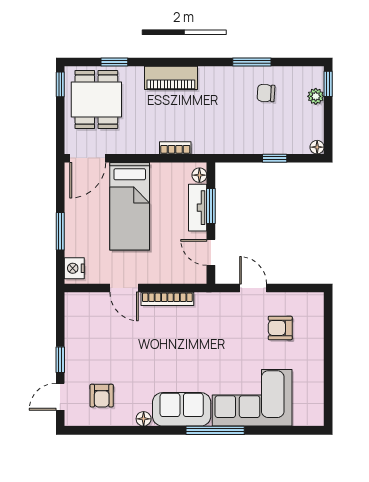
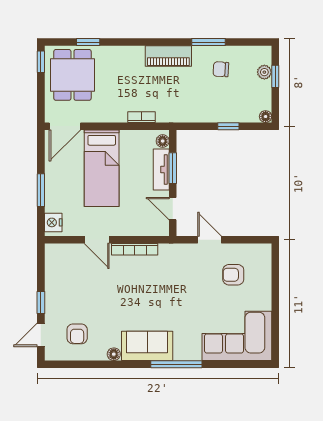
piano: (171, 78) -> (168, 56), moved
window: (328, 84) -> (275, 76), moved
corner sofa: (252, 398) -> (237, 336), moved

